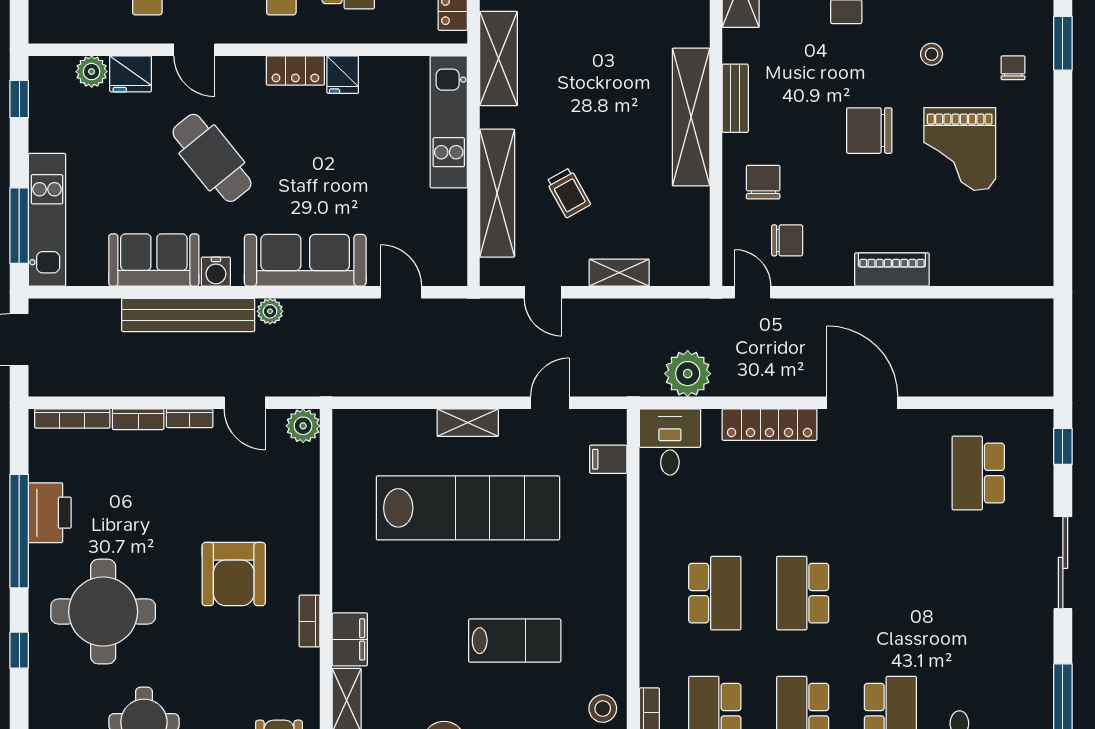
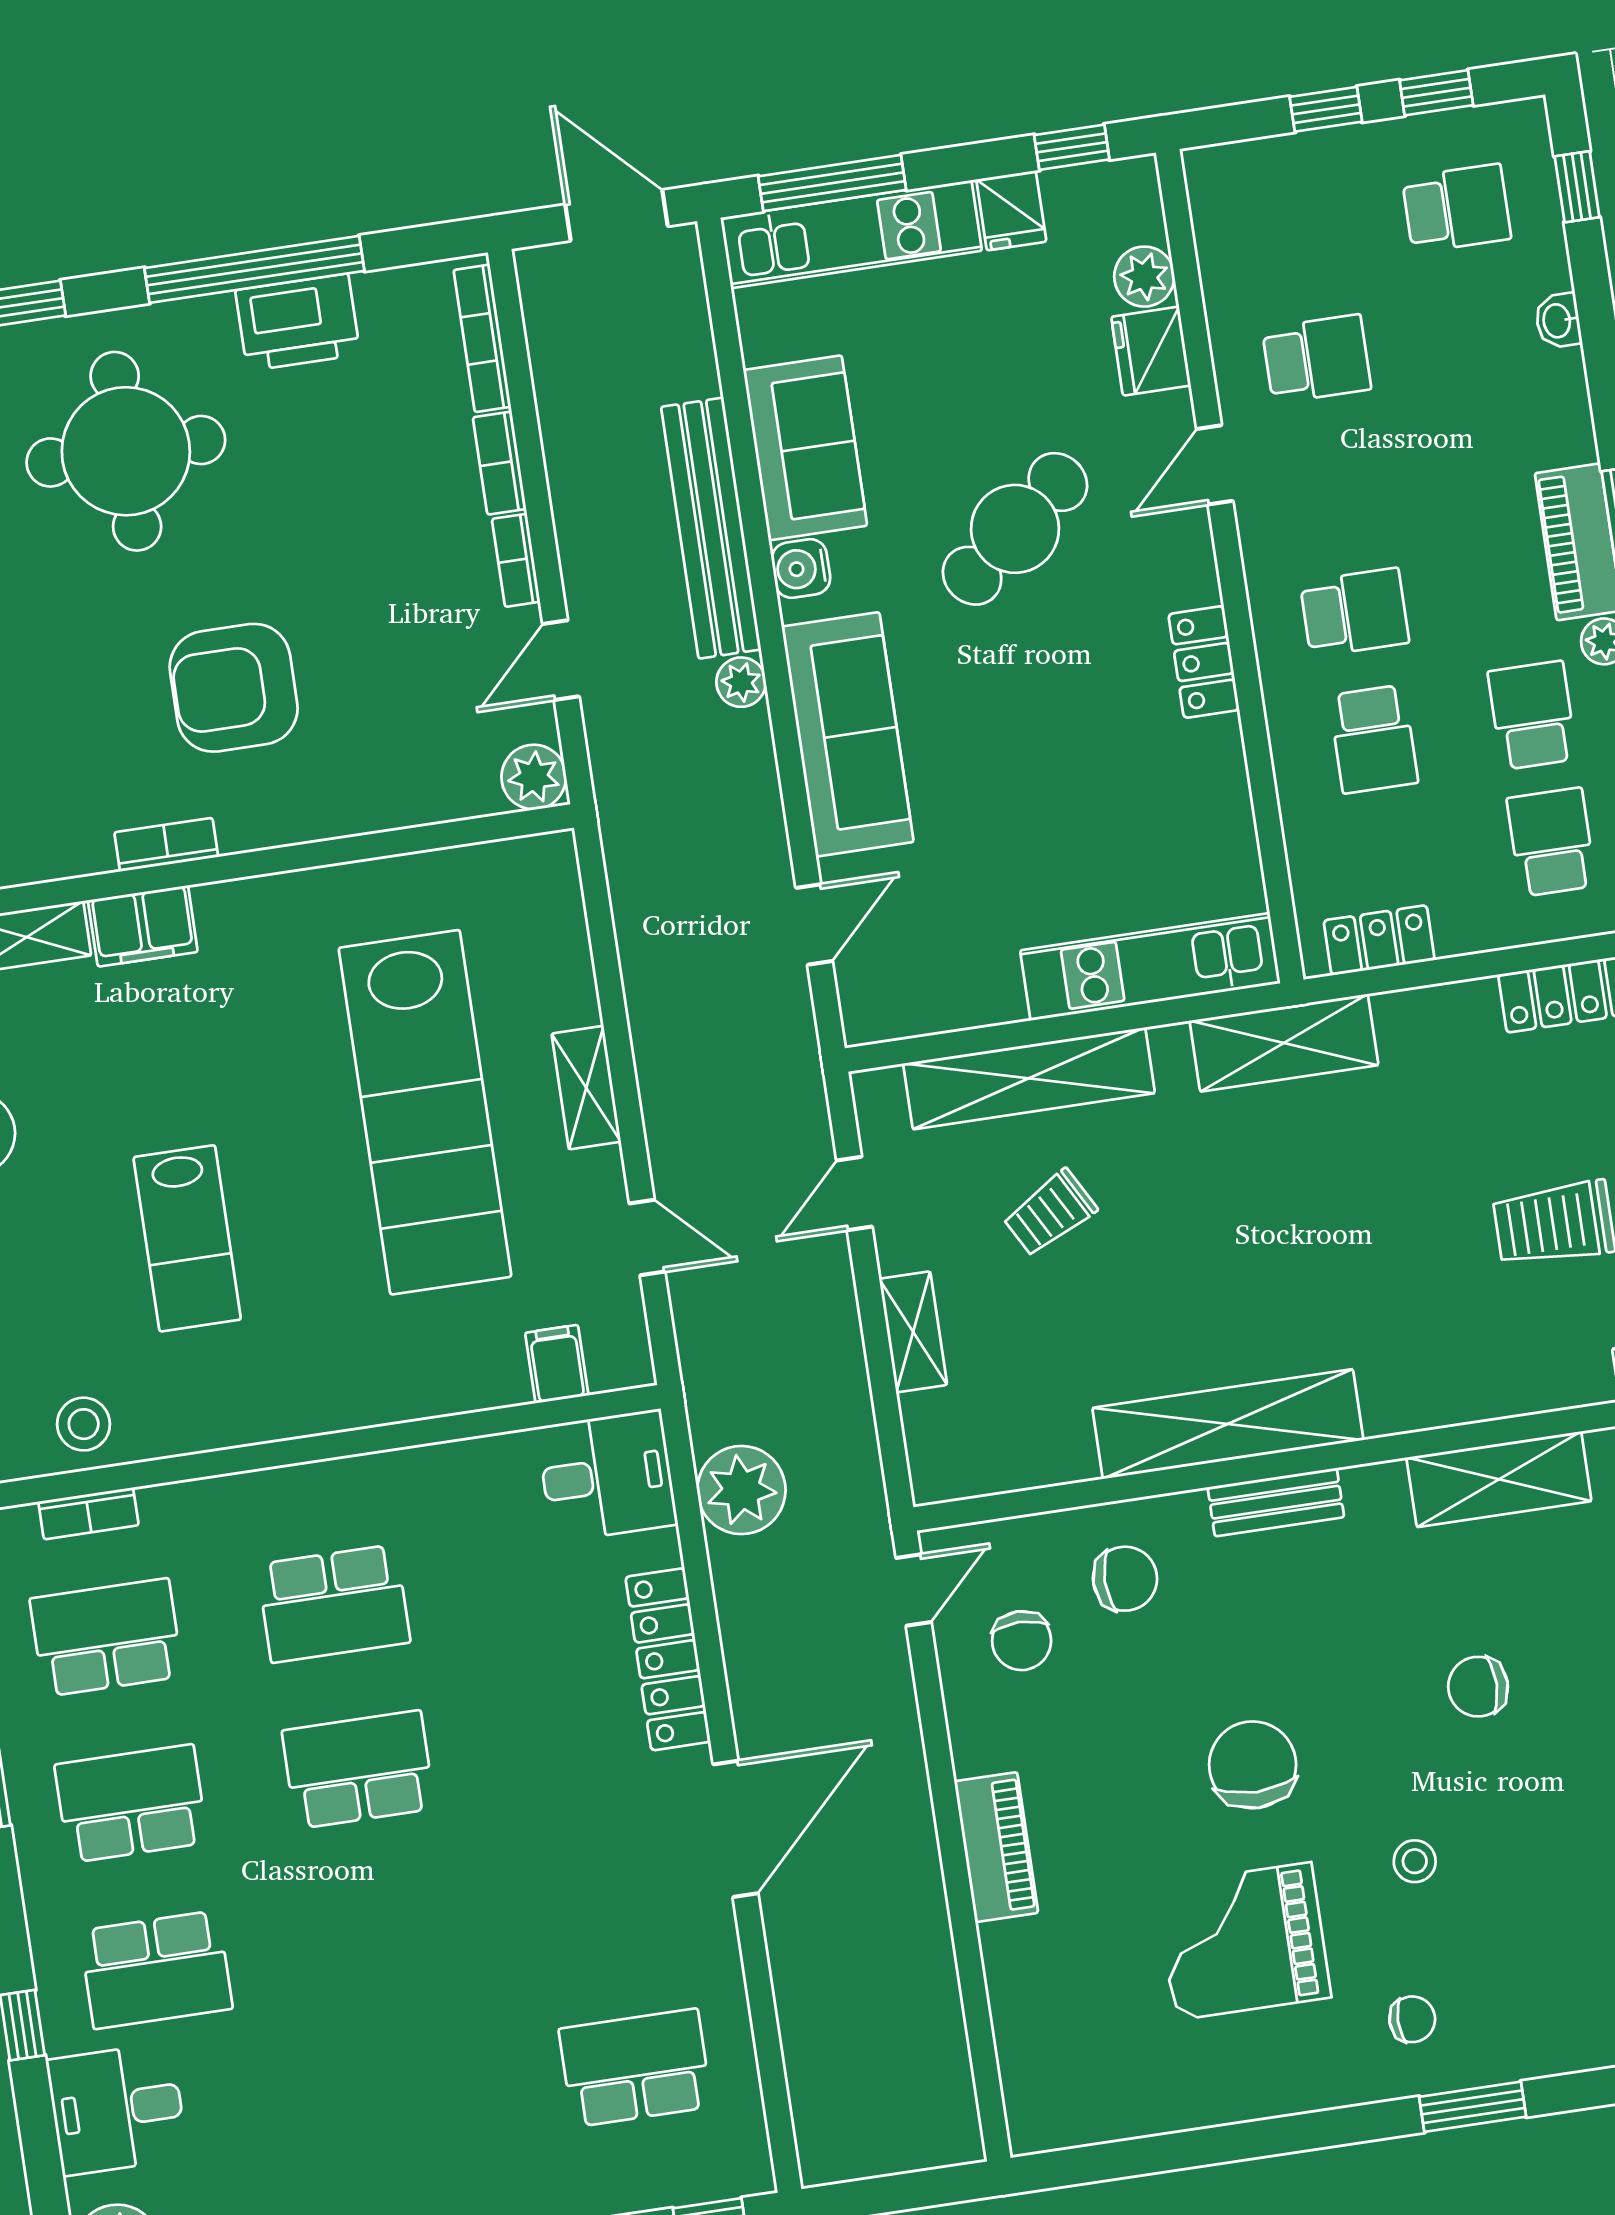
fridge: (343, 75) -> (1011, 211), moved, turned -90

